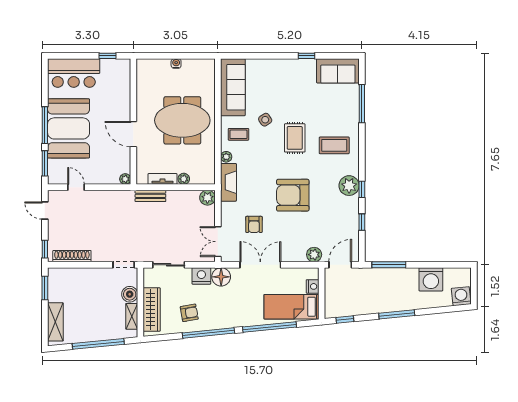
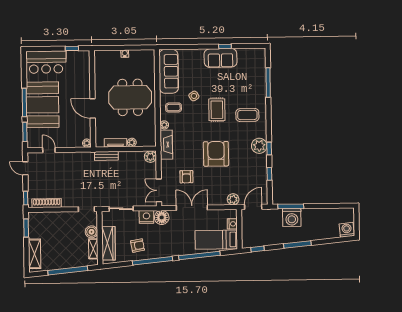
sofa: (338, 71) -> (220, 58), moved
armchair: (293, 195) -> (216, 154), turned 90
washing machine: (431, 279) -> (292, 218), moved

